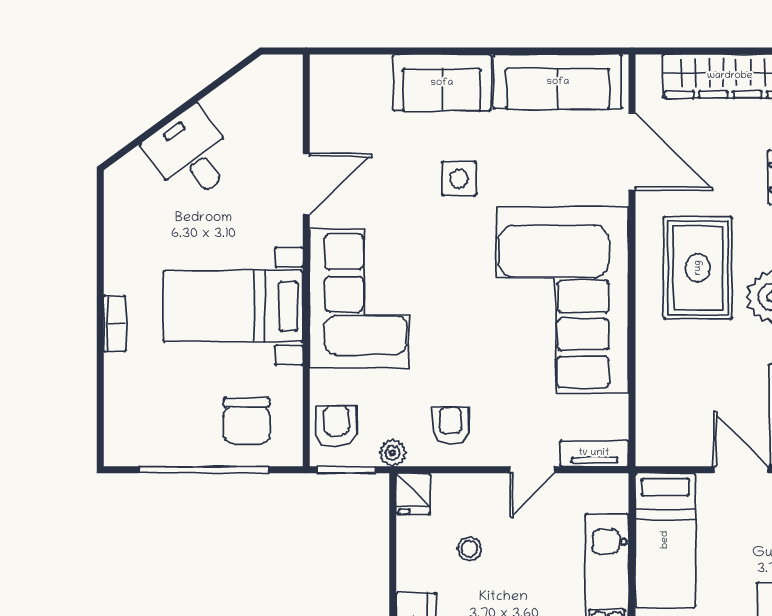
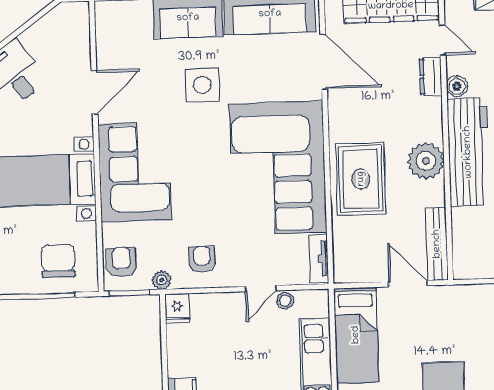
side table: (459, 179) -> (202, 85), width x1.37, depth x1.37
rug: (698, 268) -> (361, 179), moved
chair: (247, 421) -> (58, 261), turned 180
tv unit: (594, 453) -> (319, 259), moved, turned -90
stool: (469, 549) -> (285, 301), moved

